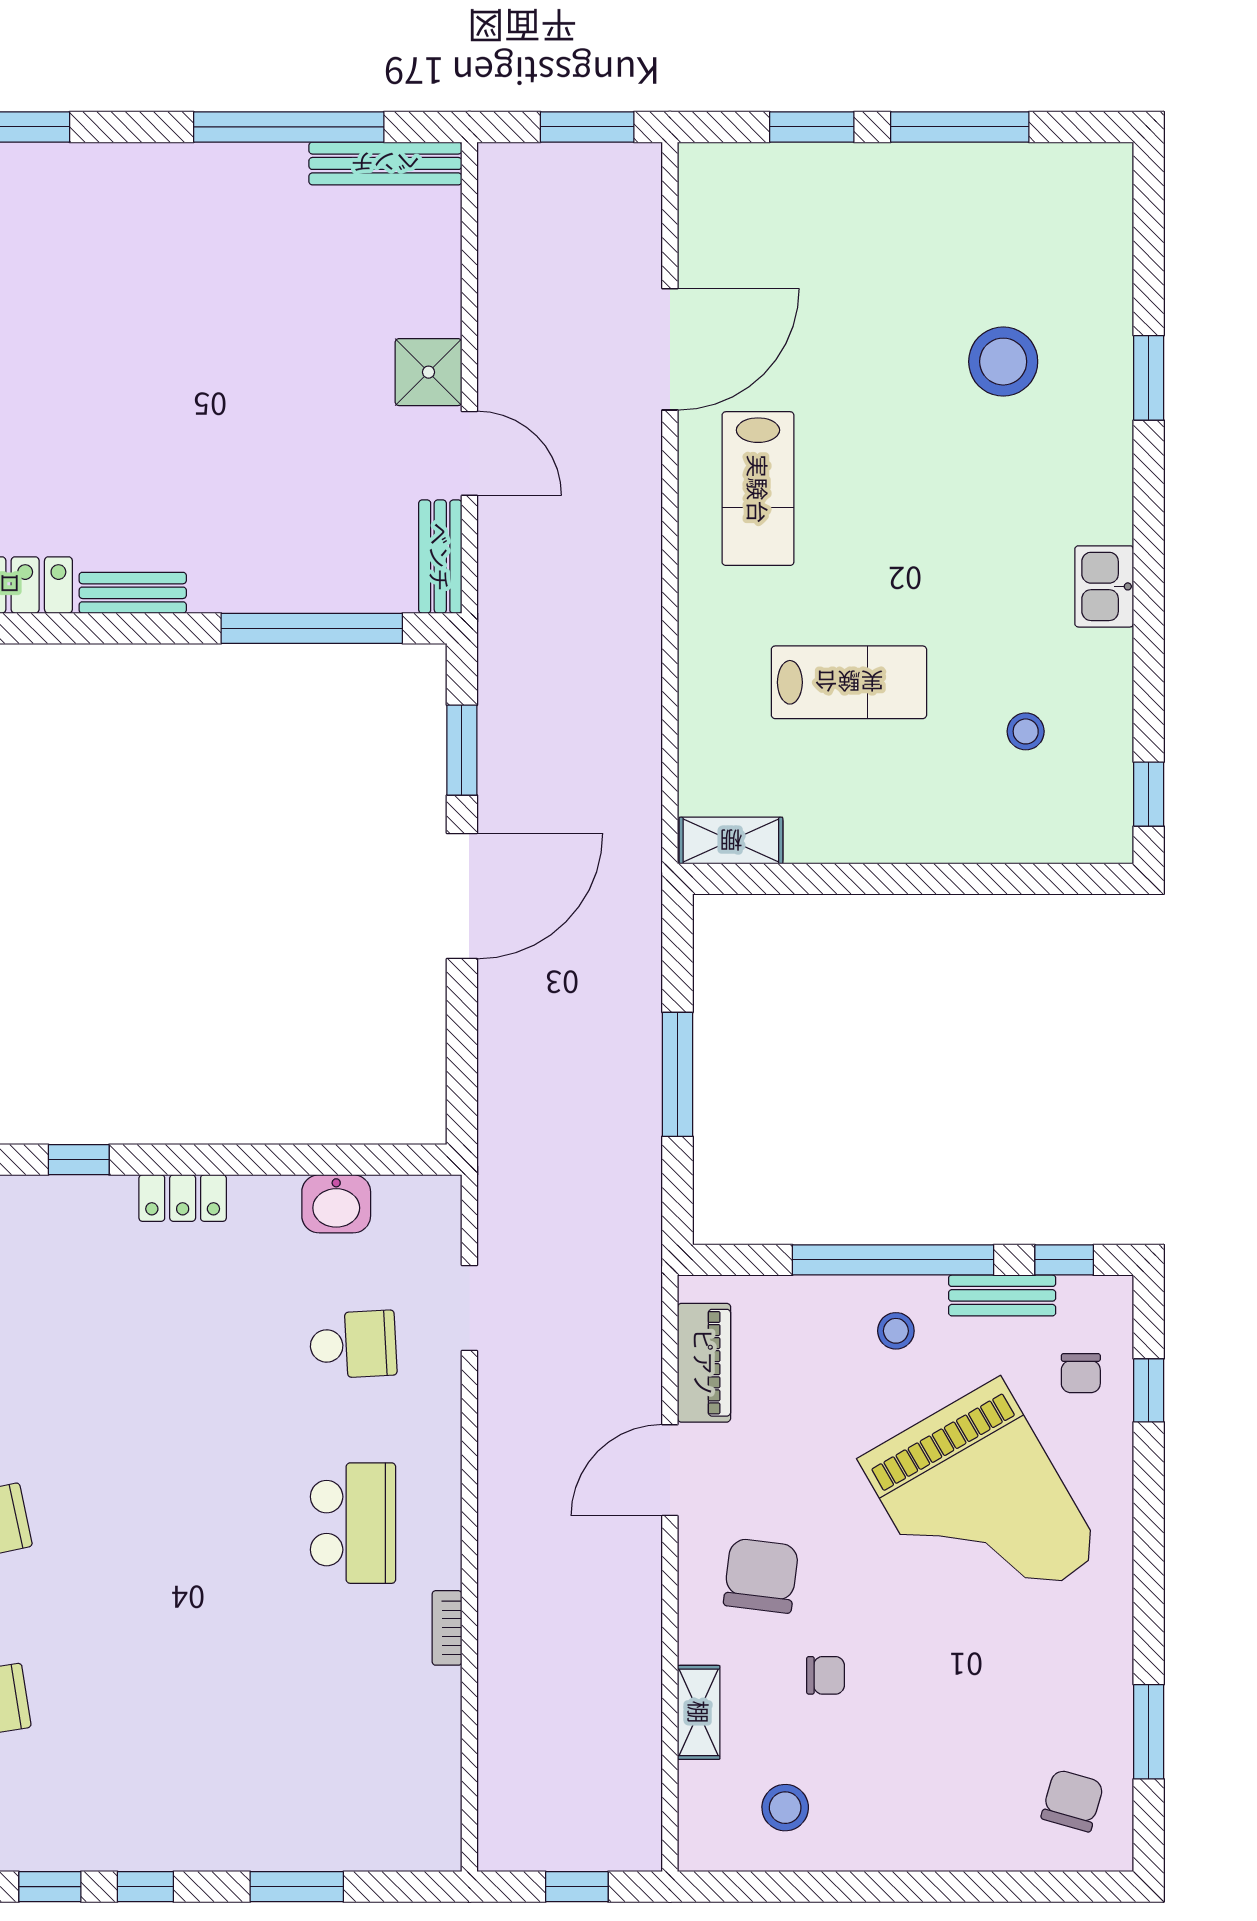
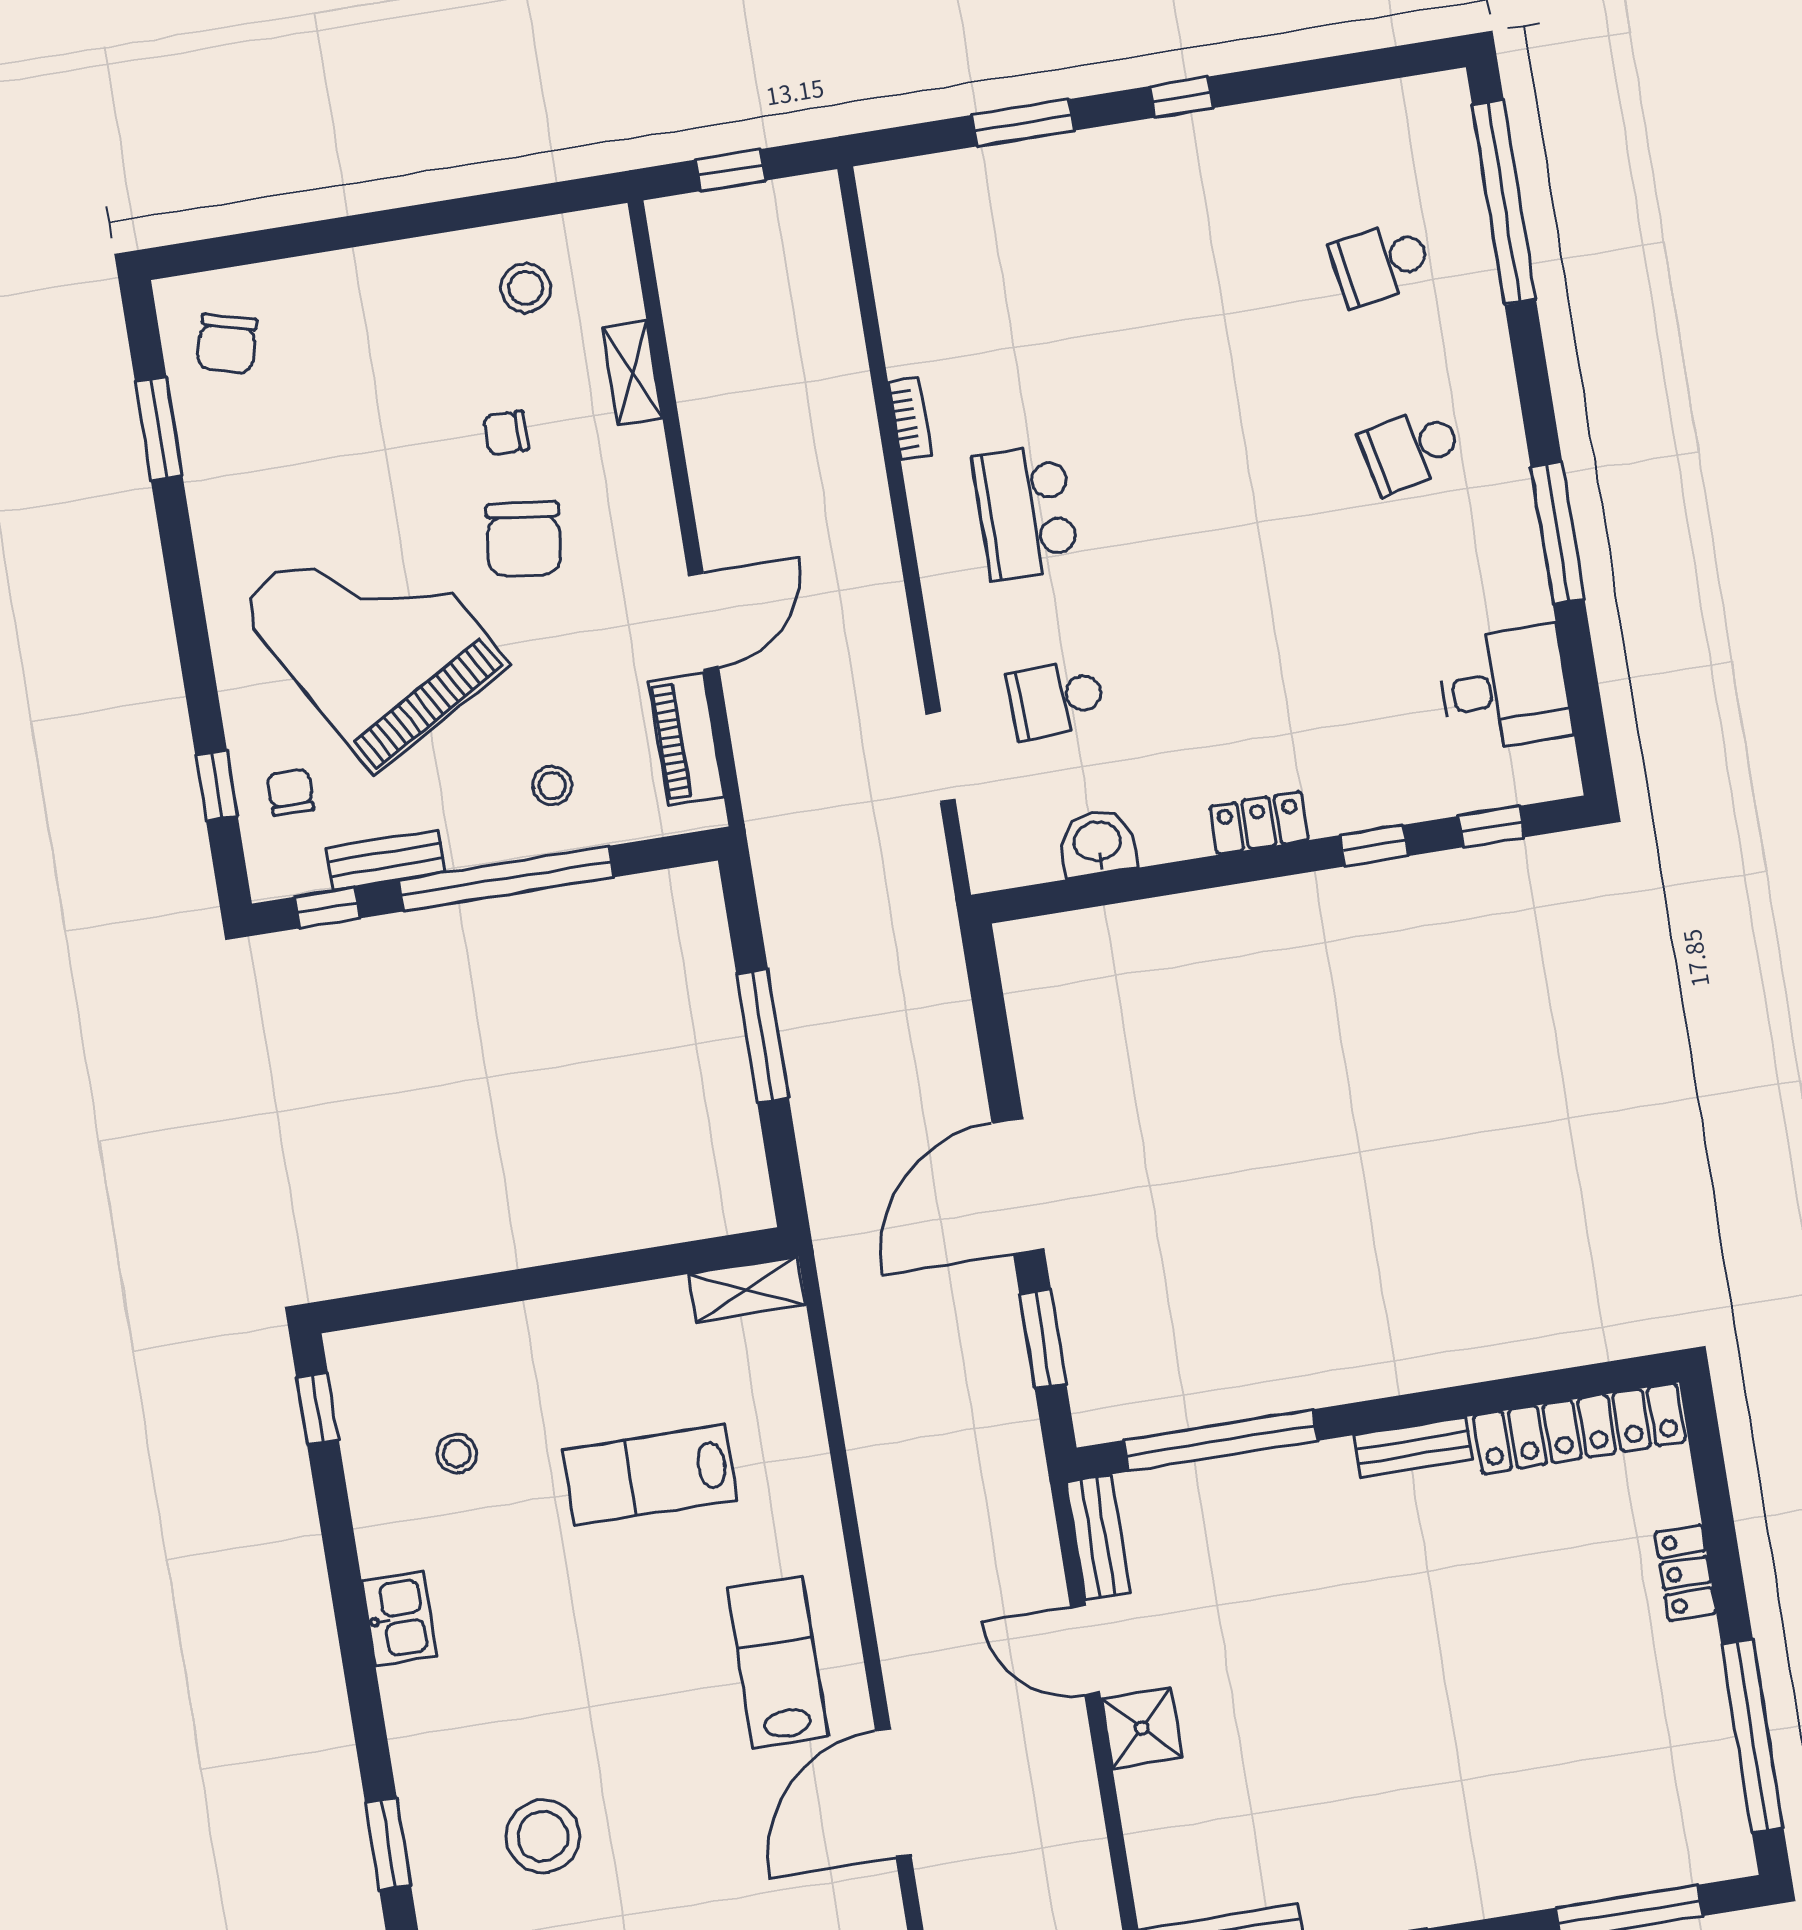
stool: (896, 1331) -> (552, 786), moved
chair: (761, 1576) -> (523, 539), moved
window: (50, 1887) -> (1281, 81), removed

